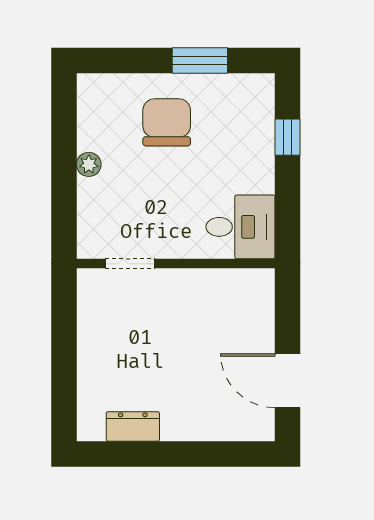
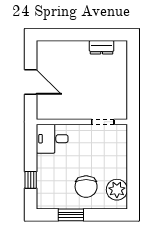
plant: (89, 164) -> (117, 190), moved, width x1.87, depth x1.87
door: (287, 381) -> (31, 82), moved

